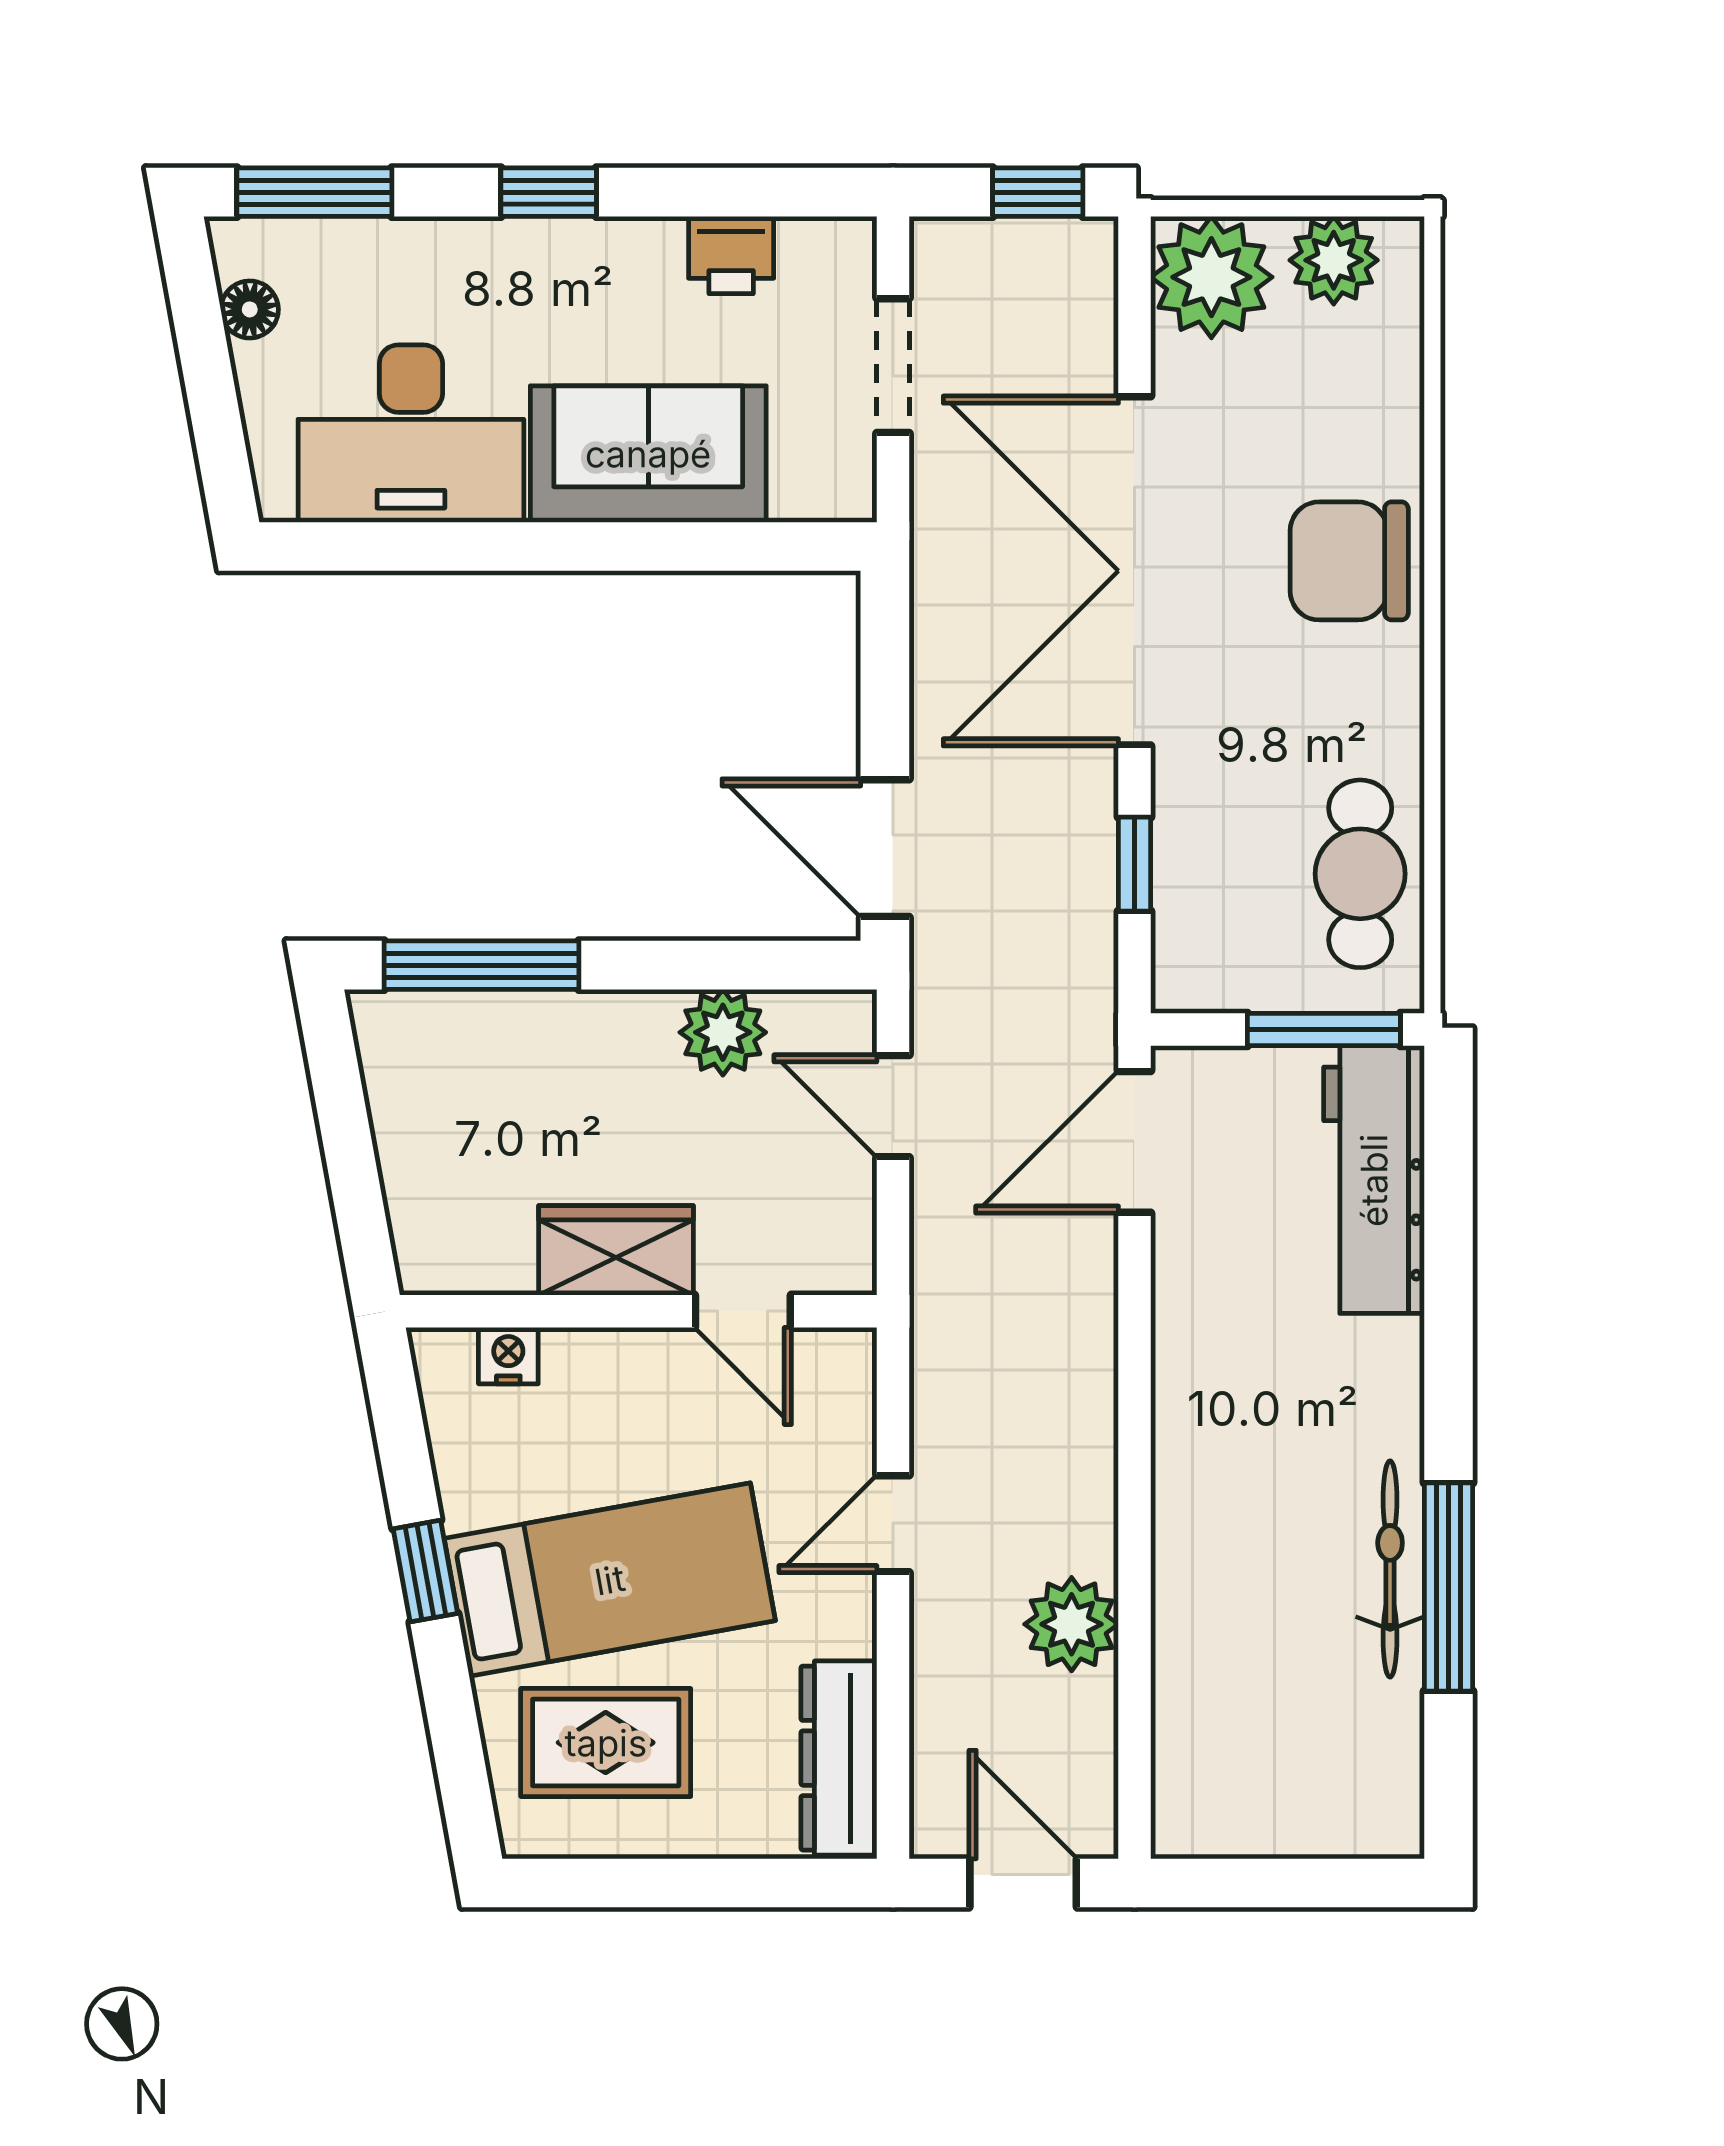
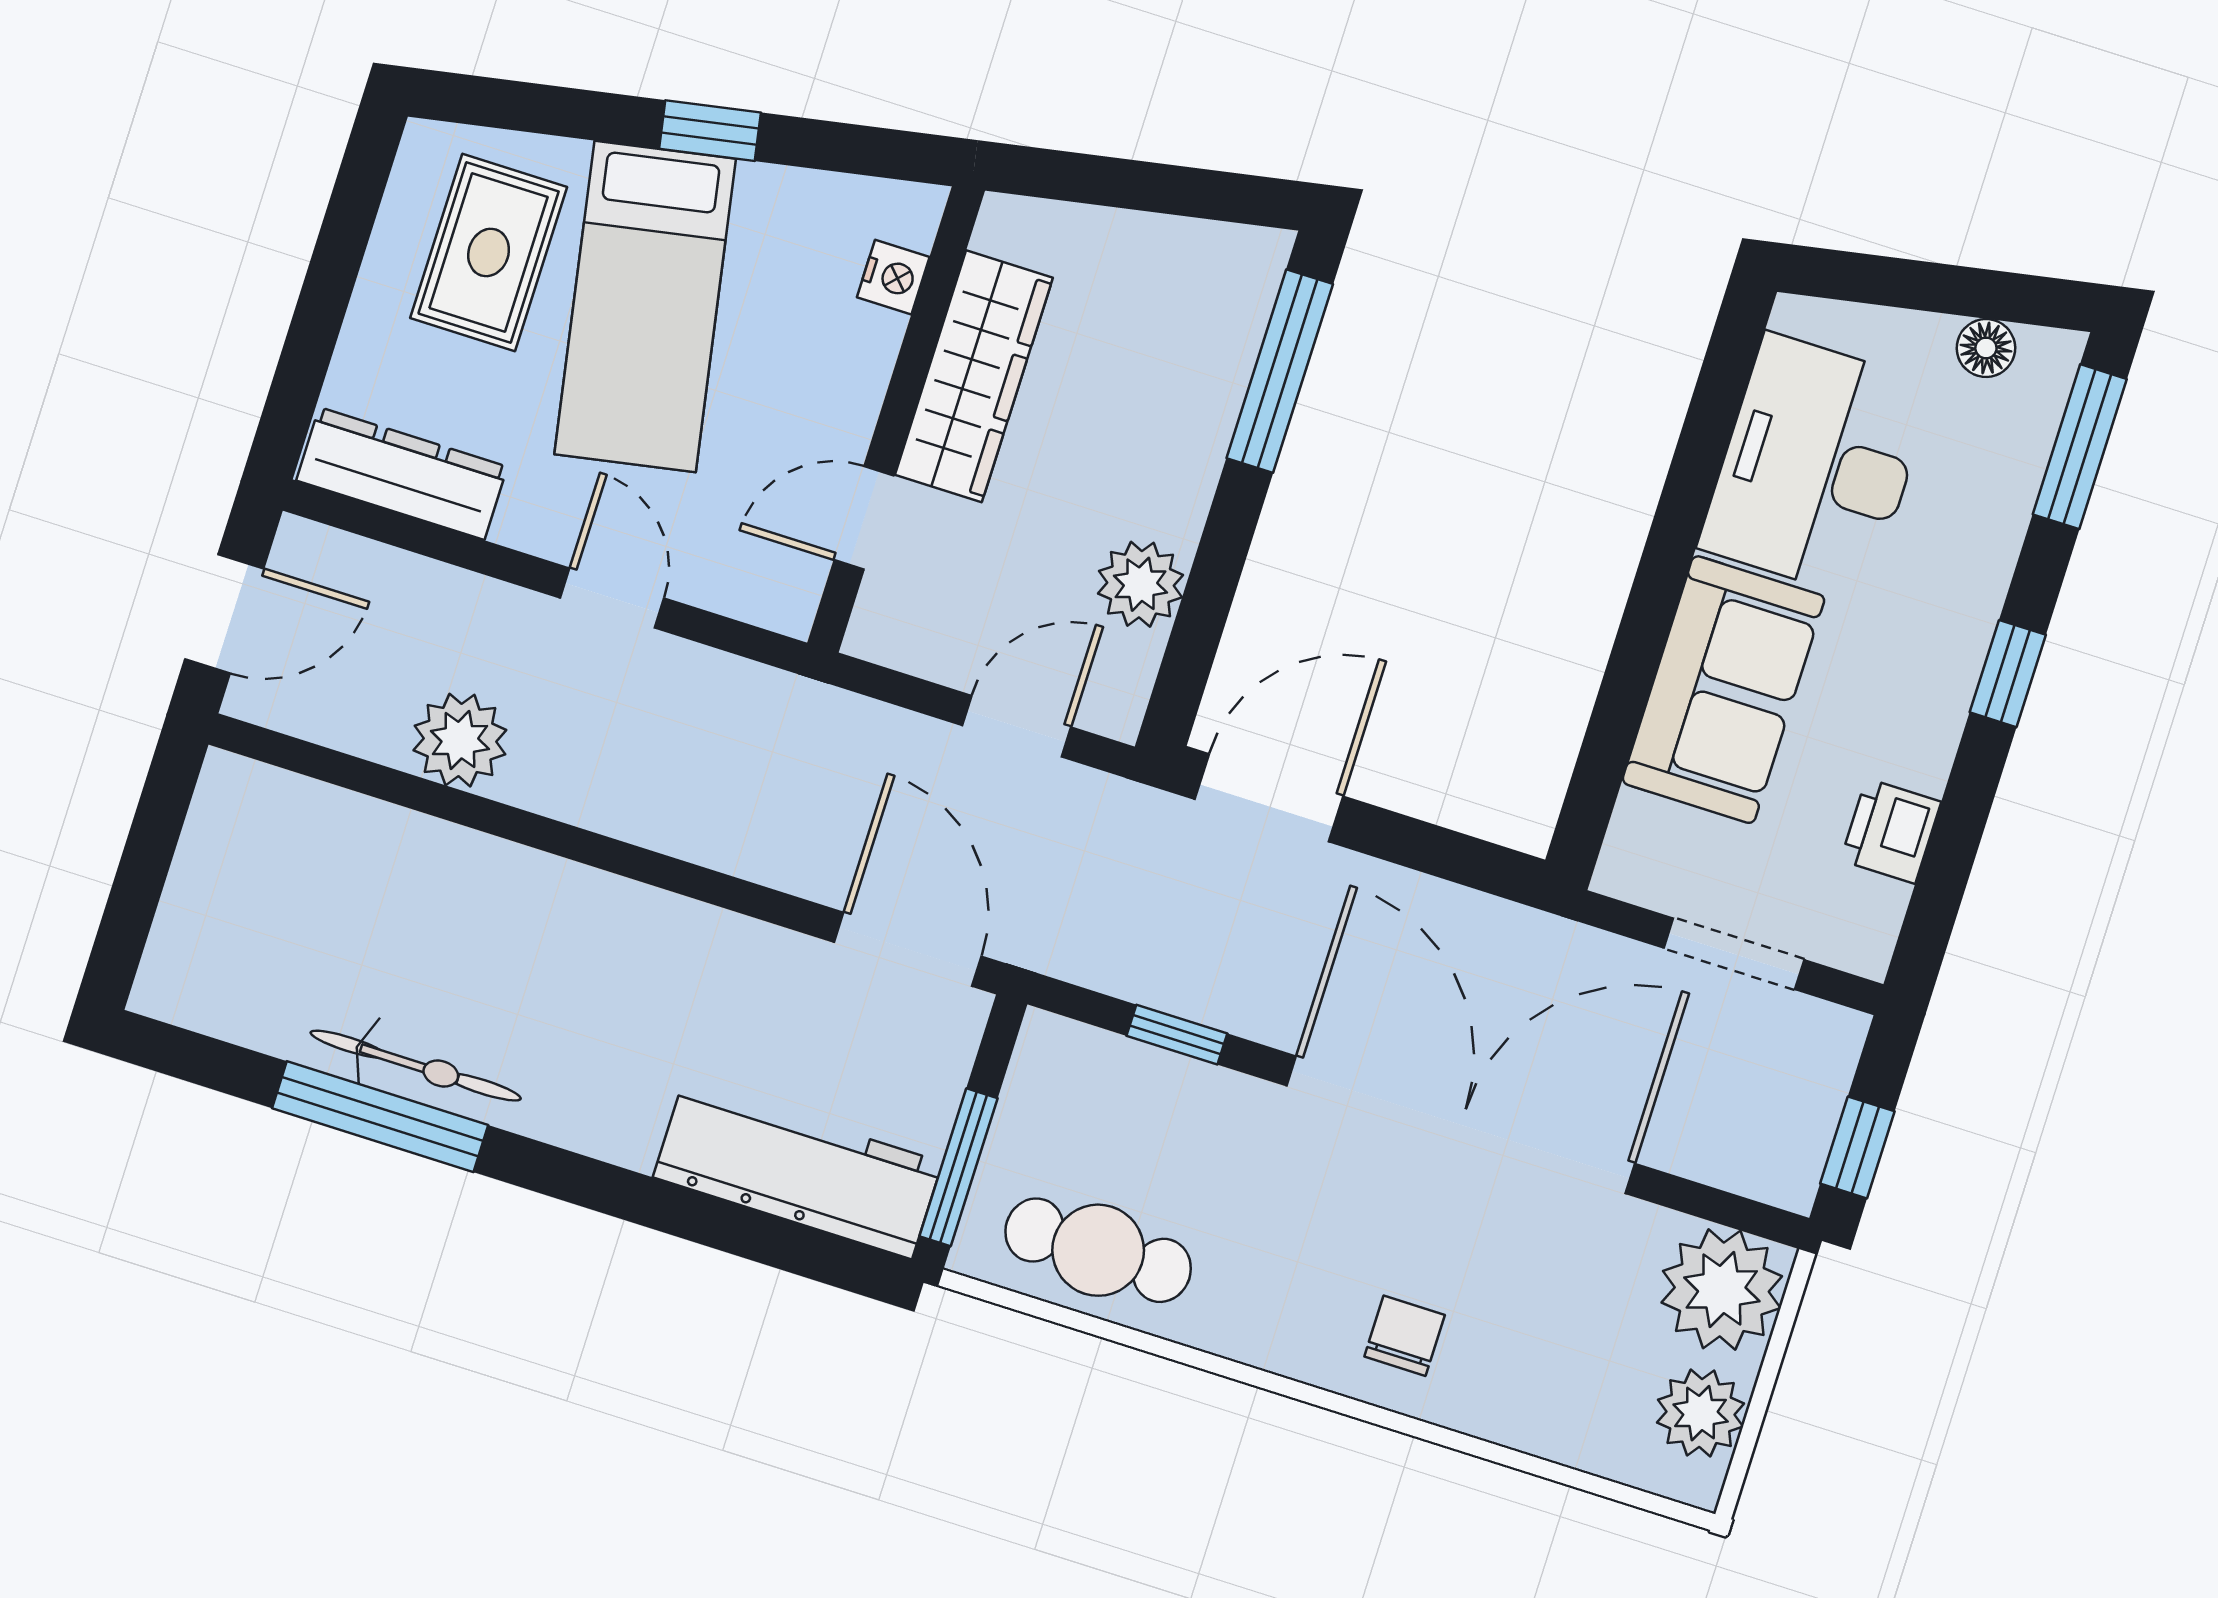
chair: (1349, 561) -> (1405, 1336), width x0.54, depth x0.54
wardrobe: (616, 1250) -> (974, 376), width x1.50

